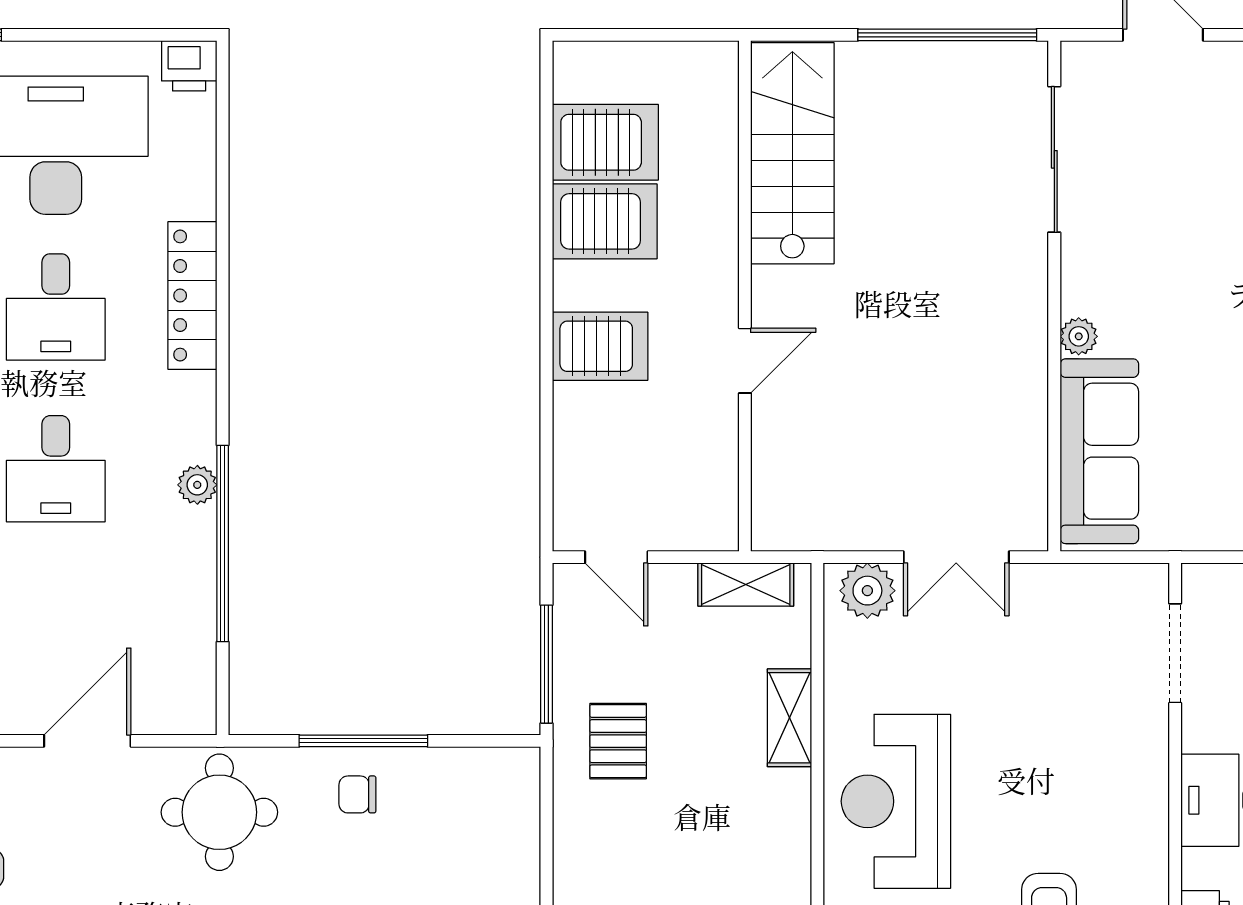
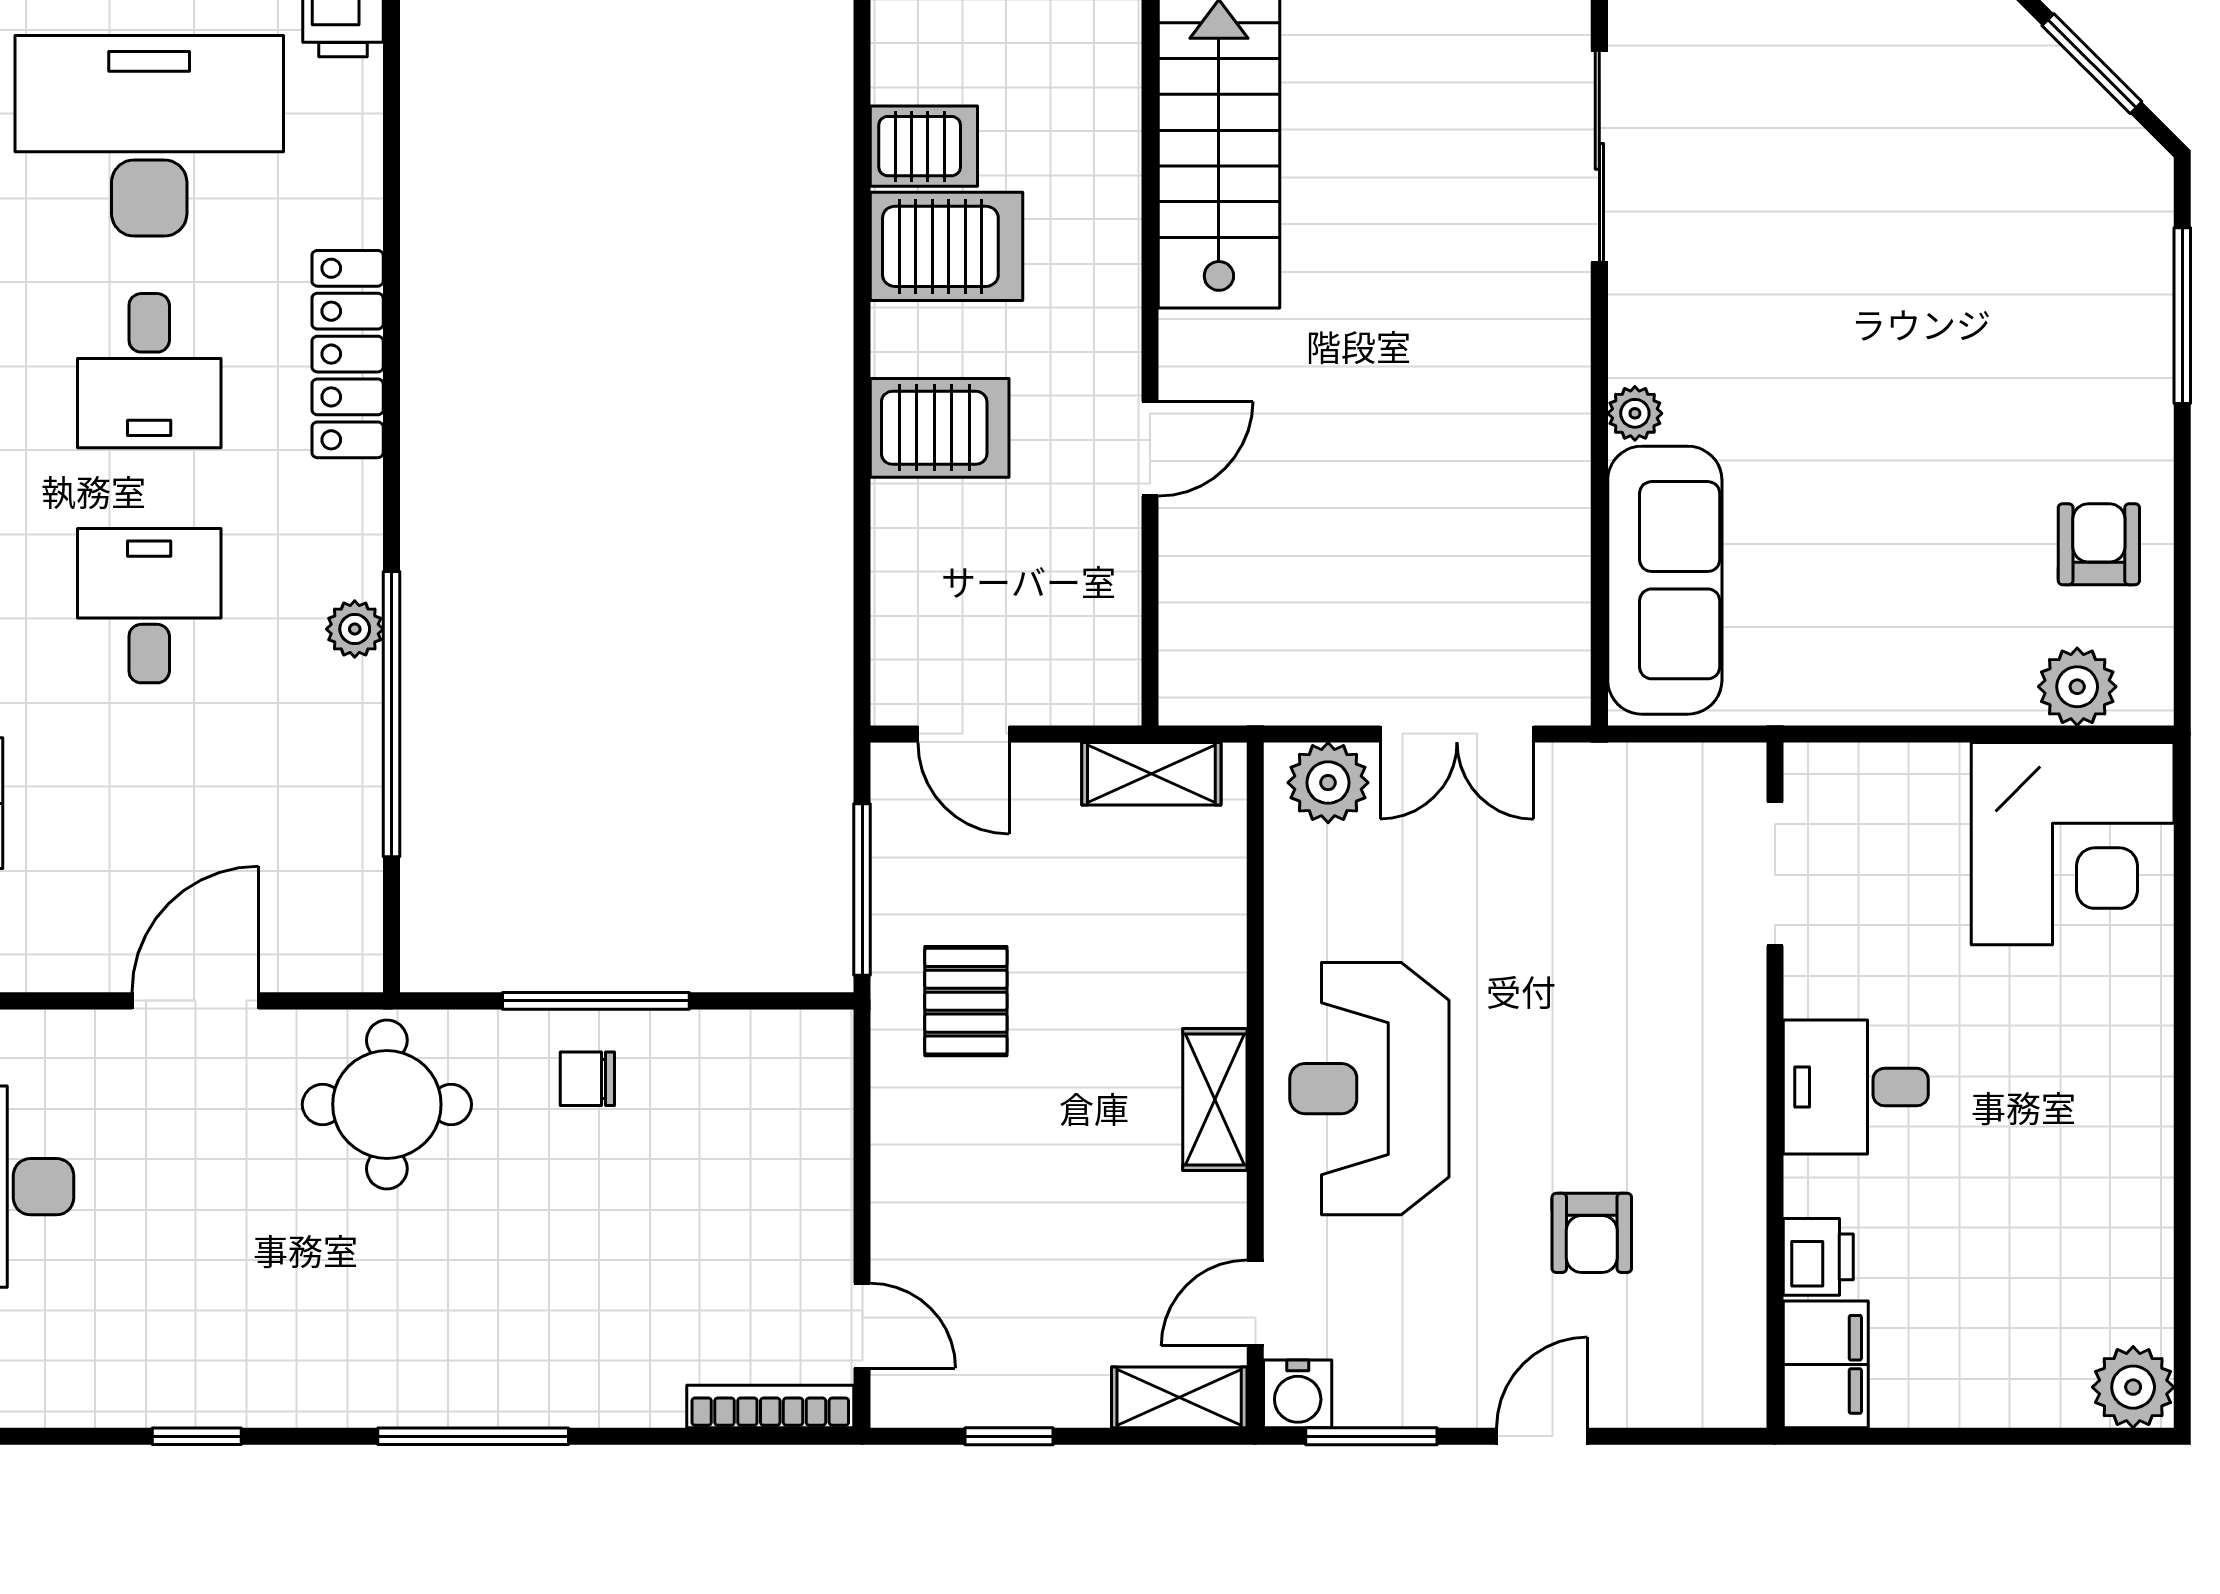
server rack: (605, 142) -> (924, 146), width x0.73, depth x0.70
desk: (56, 469) -> (149, 606), turned 180
shelving: (790, 718) -> (1215, 1099), moved

